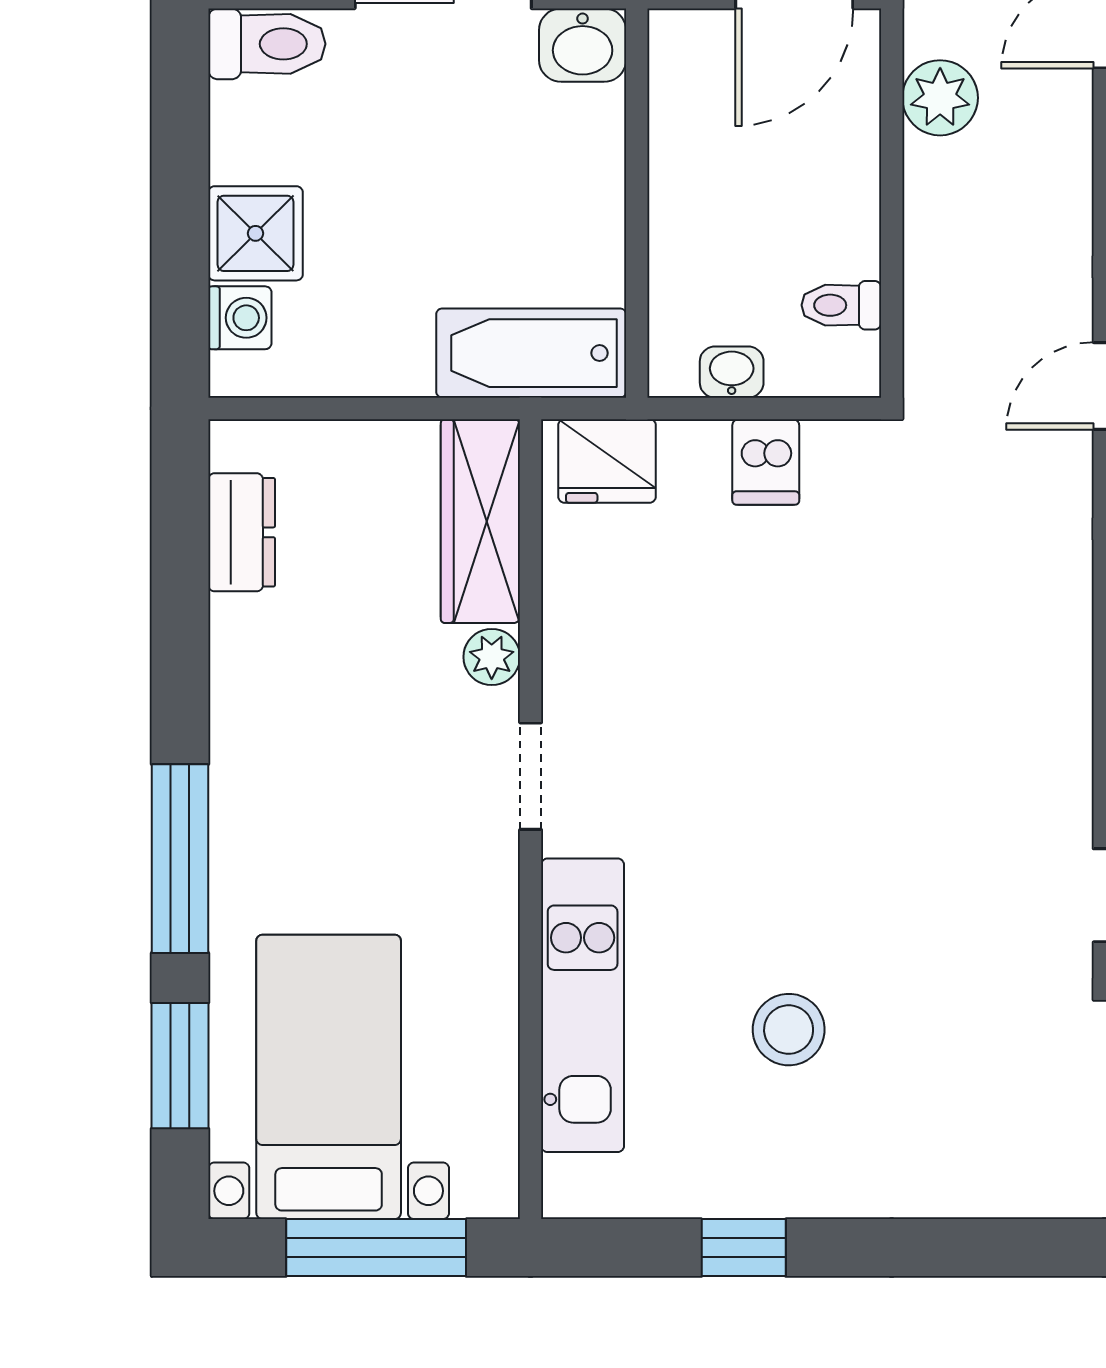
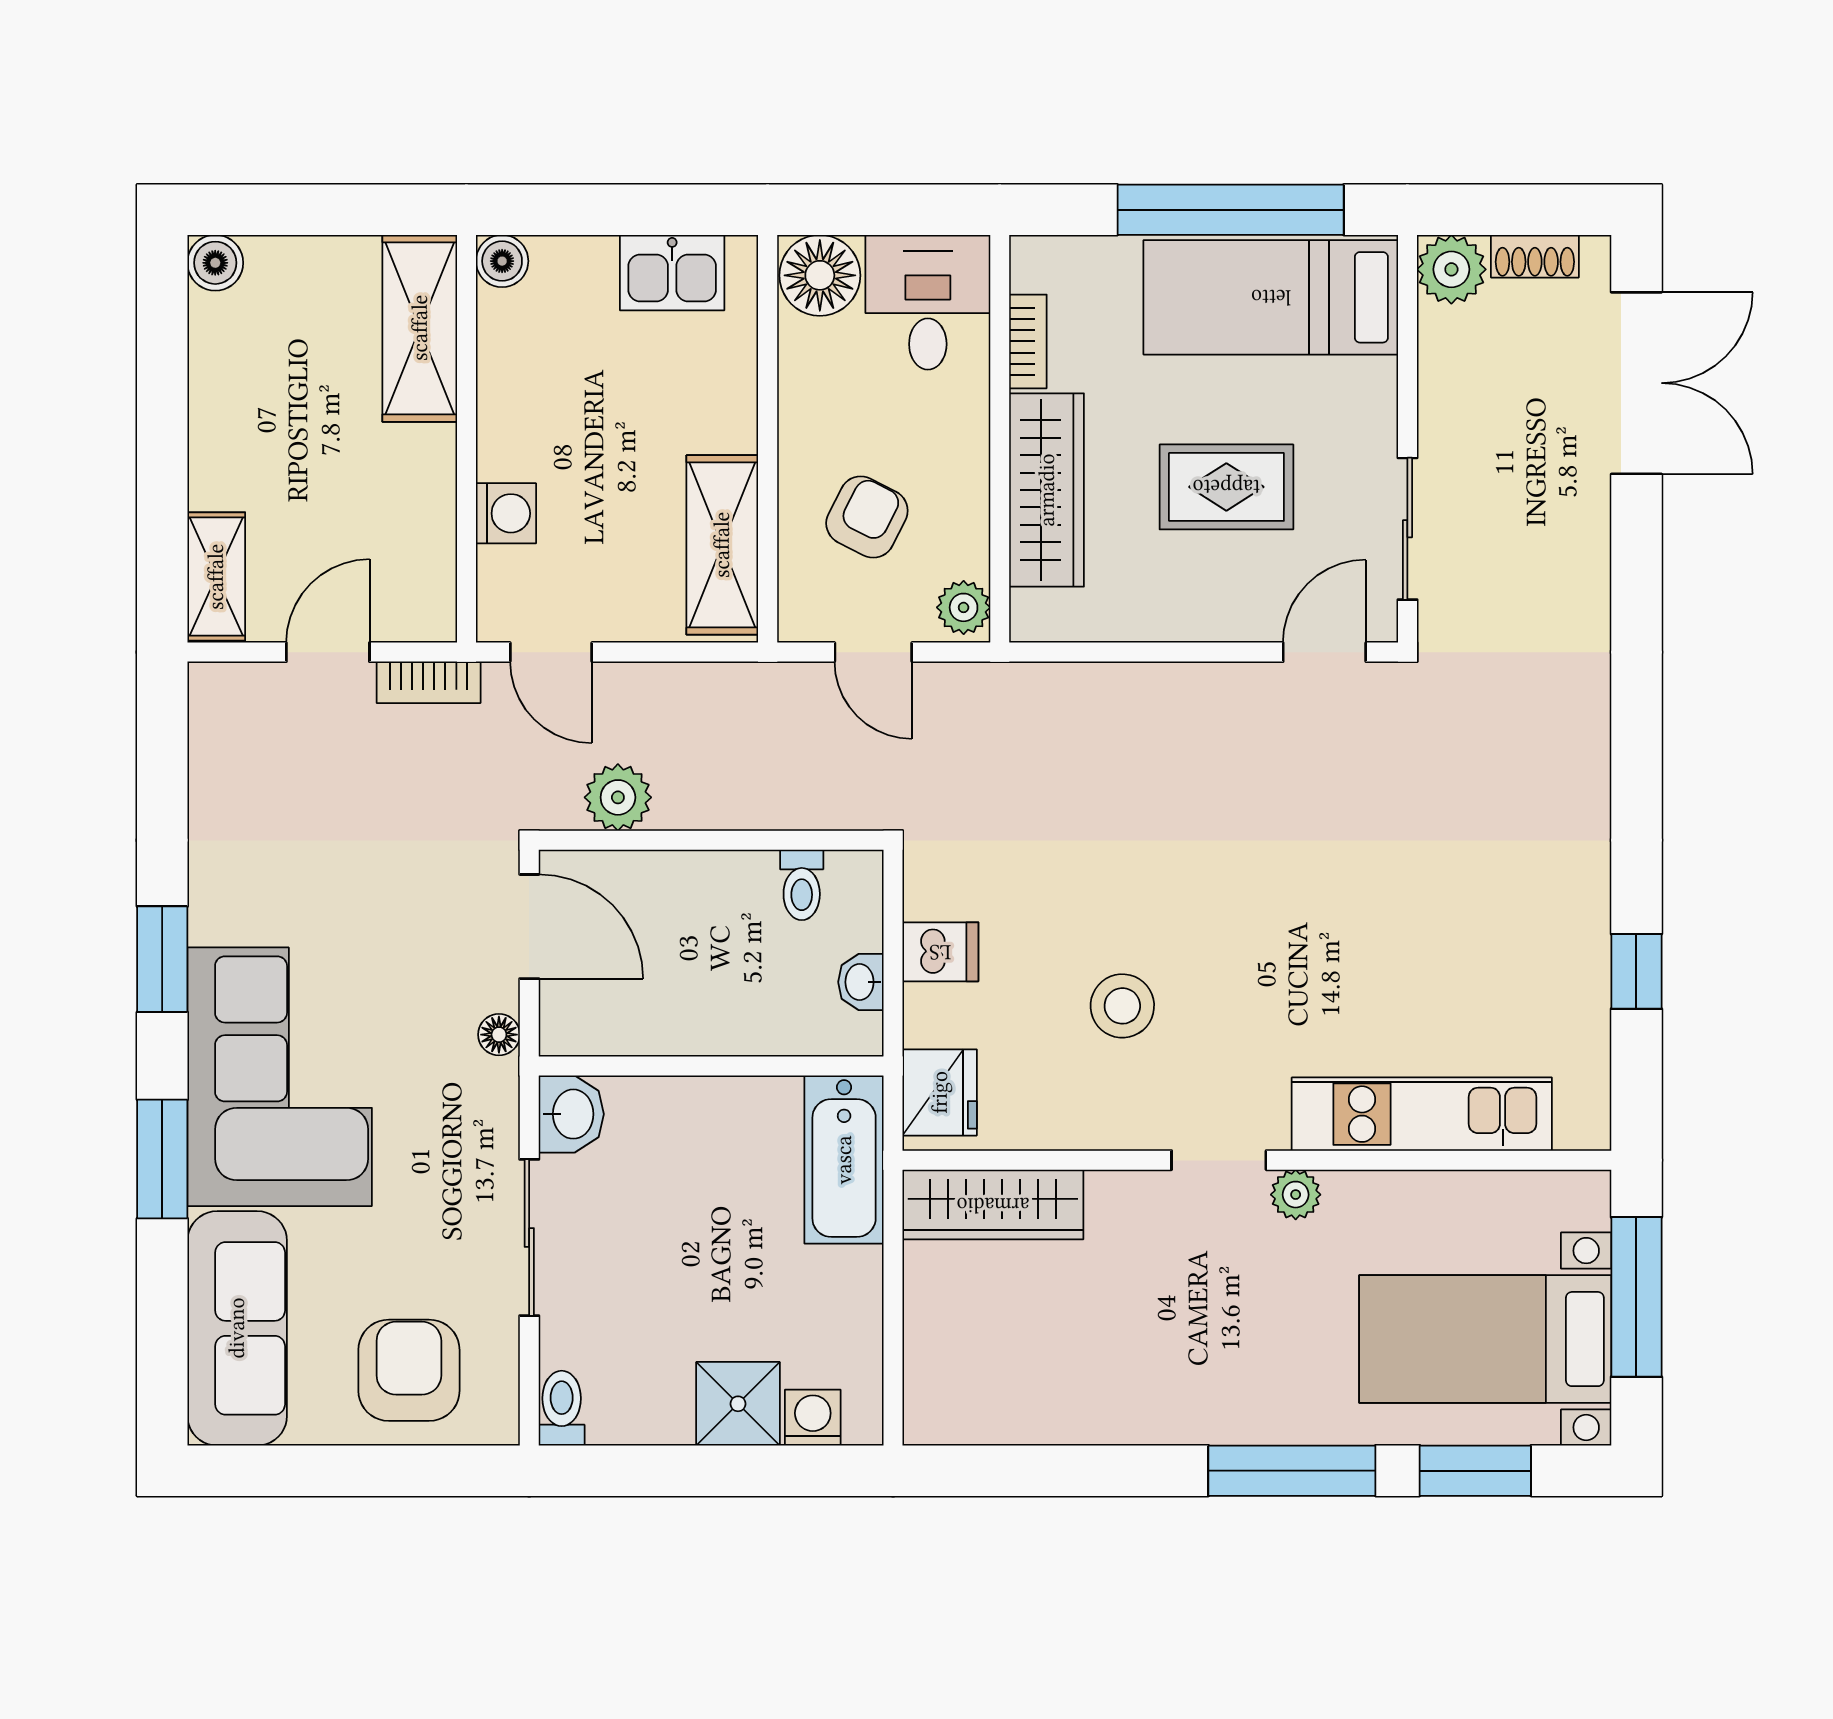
toilet: (267, 44) -> (562, 1408), width x0.73, depth x0.72
dresser: (242, 532) -> (1003, 1416), removed
plant: (492, 657) -> (1296, 1195), moved
stool: (789, 1030) -> (1122, 1006), moved

